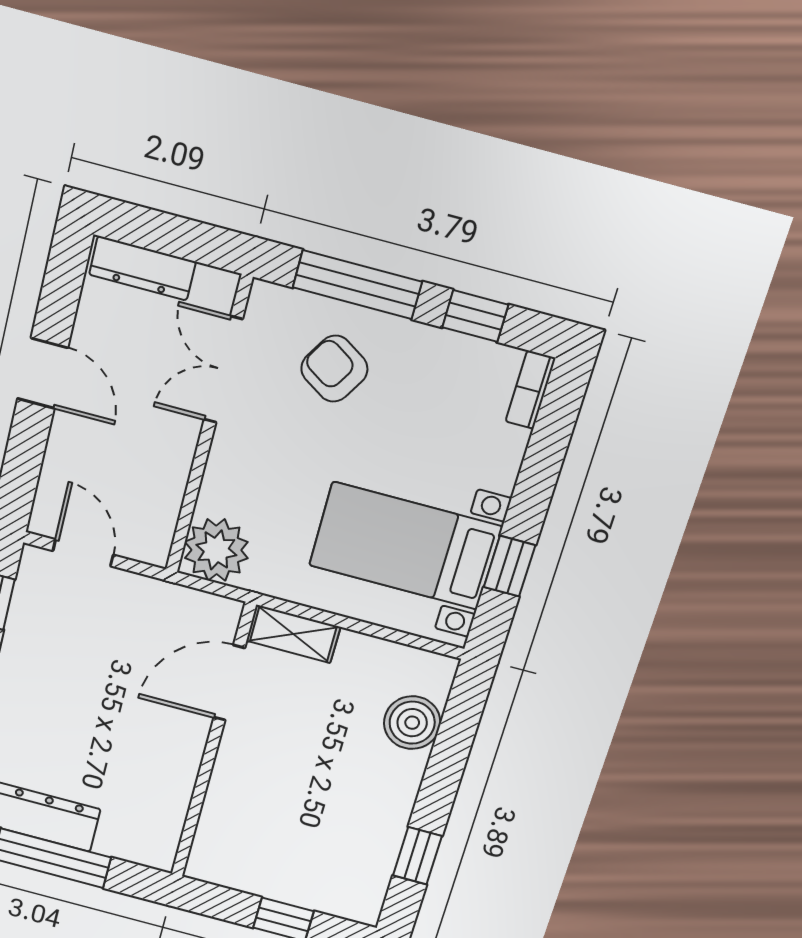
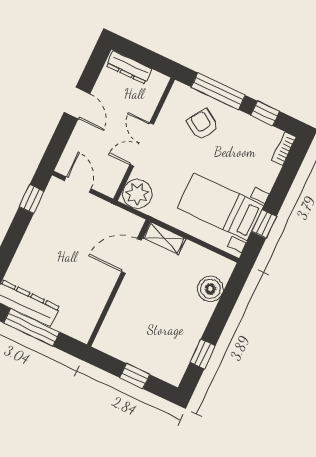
double door: (223, 370) -> (142, 144), moved

